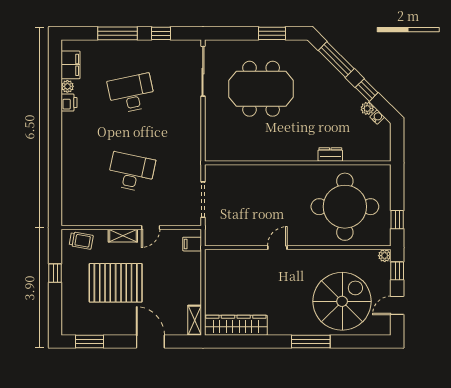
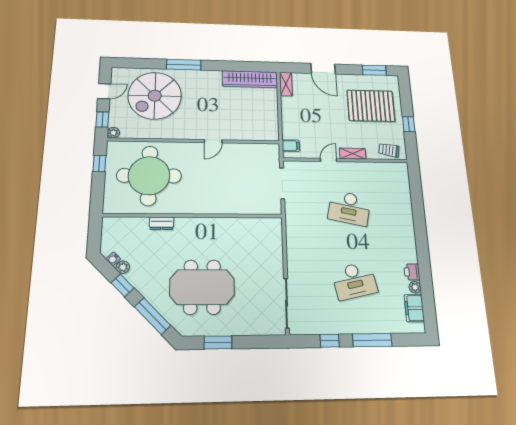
meeting table: (261, 89) -> (202, 287), moved
pallet: (116, 283) -> (371, 106), moved

